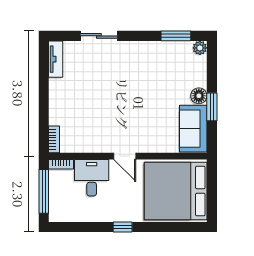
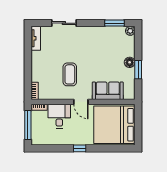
coffee table: (108, 114) -> (70, 74), added
sofa: (193, 129) -> (108, 91), moved, turned 90

